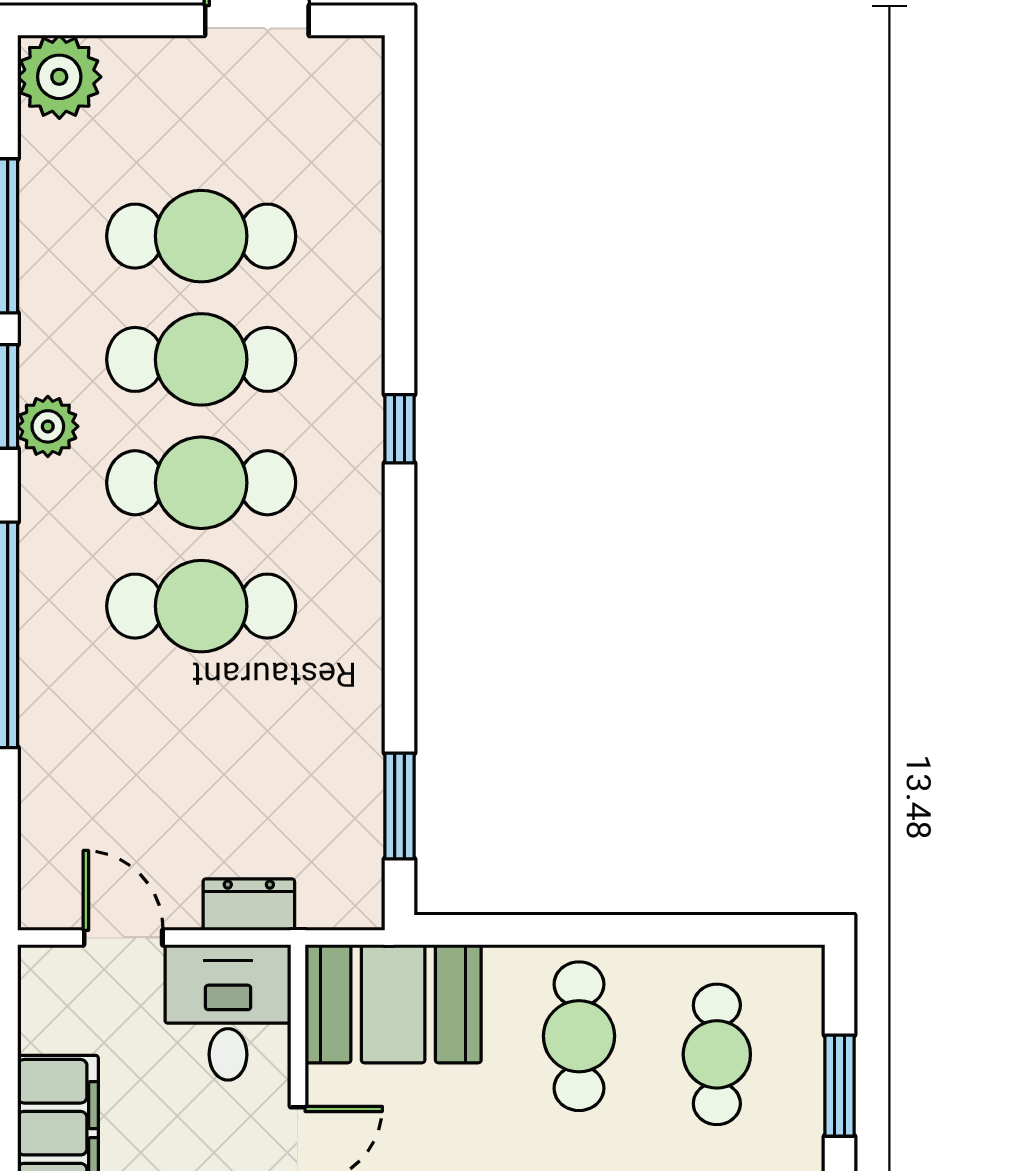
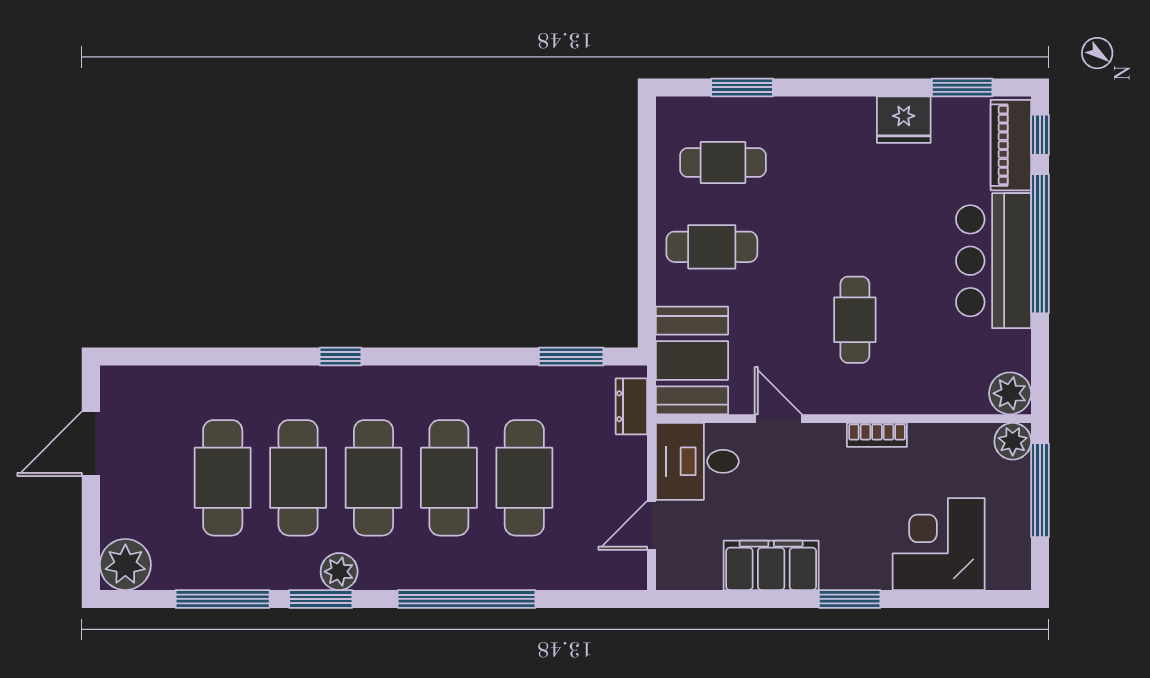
cafe table: (201, 729) -> (524, 478), added
dresser: (249, 905) -> (631, 406), moved

